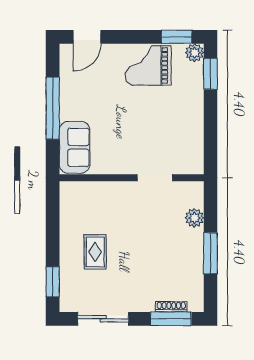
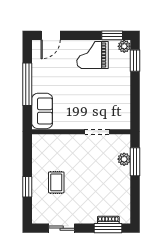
window: (210, 253) -> (135, 162), moved
window: (53, 282) -> (27, 187), moved
sliding door: (103, 319) -> (62, 228), width x0.73

